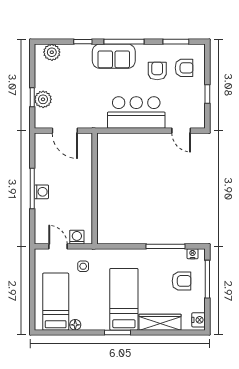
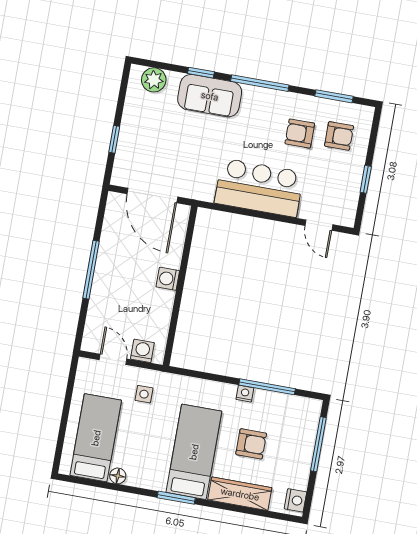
sofa: (114, 56) -> (210, 96), moved
armchair: (157, 71) -> (300, 133), turned -90
plant: (43, 99) -> (129, 145), removed
door: (65, 131) -> (152, 195), width x1.36
washing machine: (41, 192) -> (168, 279), moved, turned 180
nightstand: (193, 254) -> (245, 394), moved
armchair: (182, 281) -> (251, 444), moved

